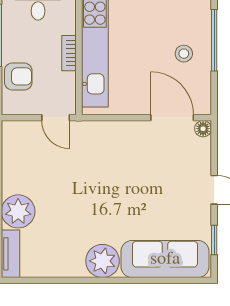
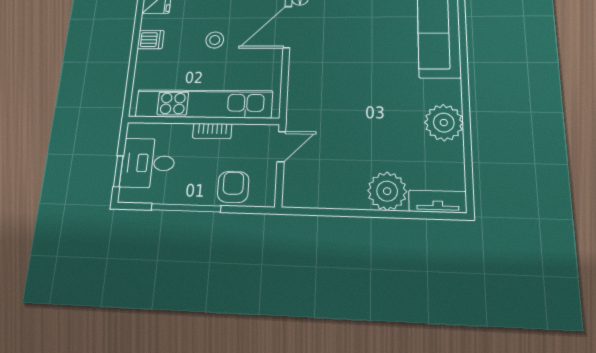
stool: (184, 54) -> (215, 40), moved
plant: (103, 261) -> (444, 123), moved

